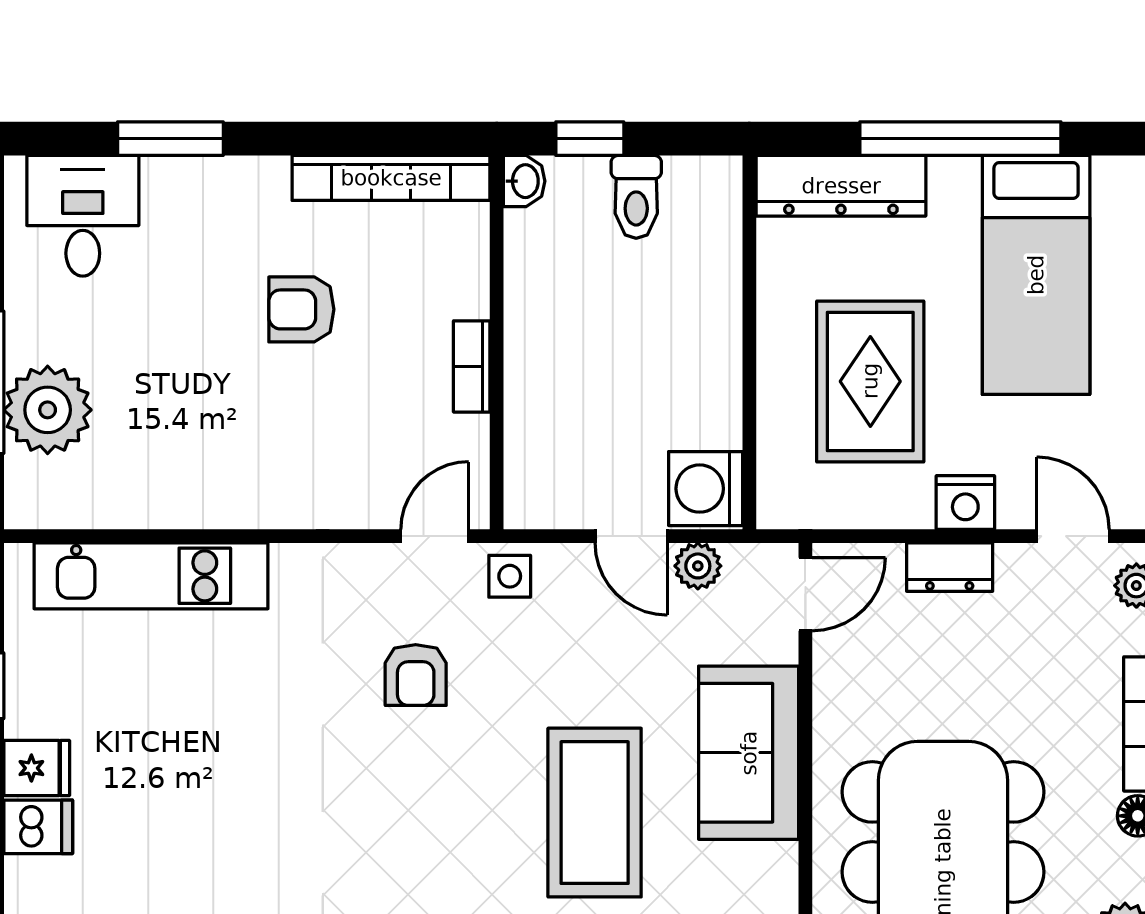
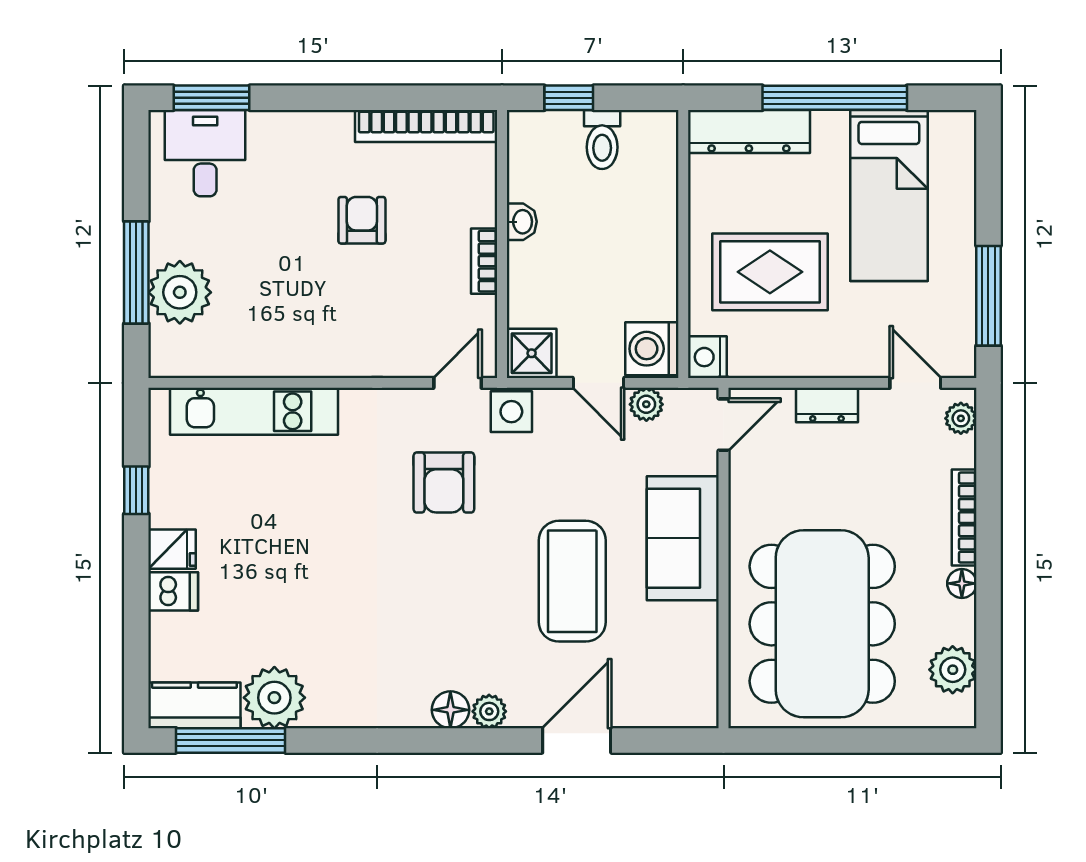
window: (170, 139) -> (212, 98), moved
washbasin: (524, 181) -> (522, 222), moved
armchair: (301, 309) -> (362, 220), turned 90
rug: (870, 381) -> (770, 272), turned 90
shower: (538, 495) -> (532, 353), added
nightstand: (965, 503) -> (707, 357), moved, turned 90
side table: (510, 576) -> (511, 412), width x1.37, depth x1.37
armchair: (416, 675) -> (444, 482), width x1.38, depth x1.38

